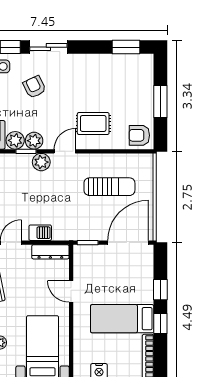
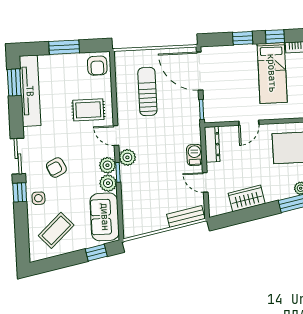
tv unit: (116, 63) -> (30, 91), added
rug: (93, 123) -> (88, 110), turned 90

